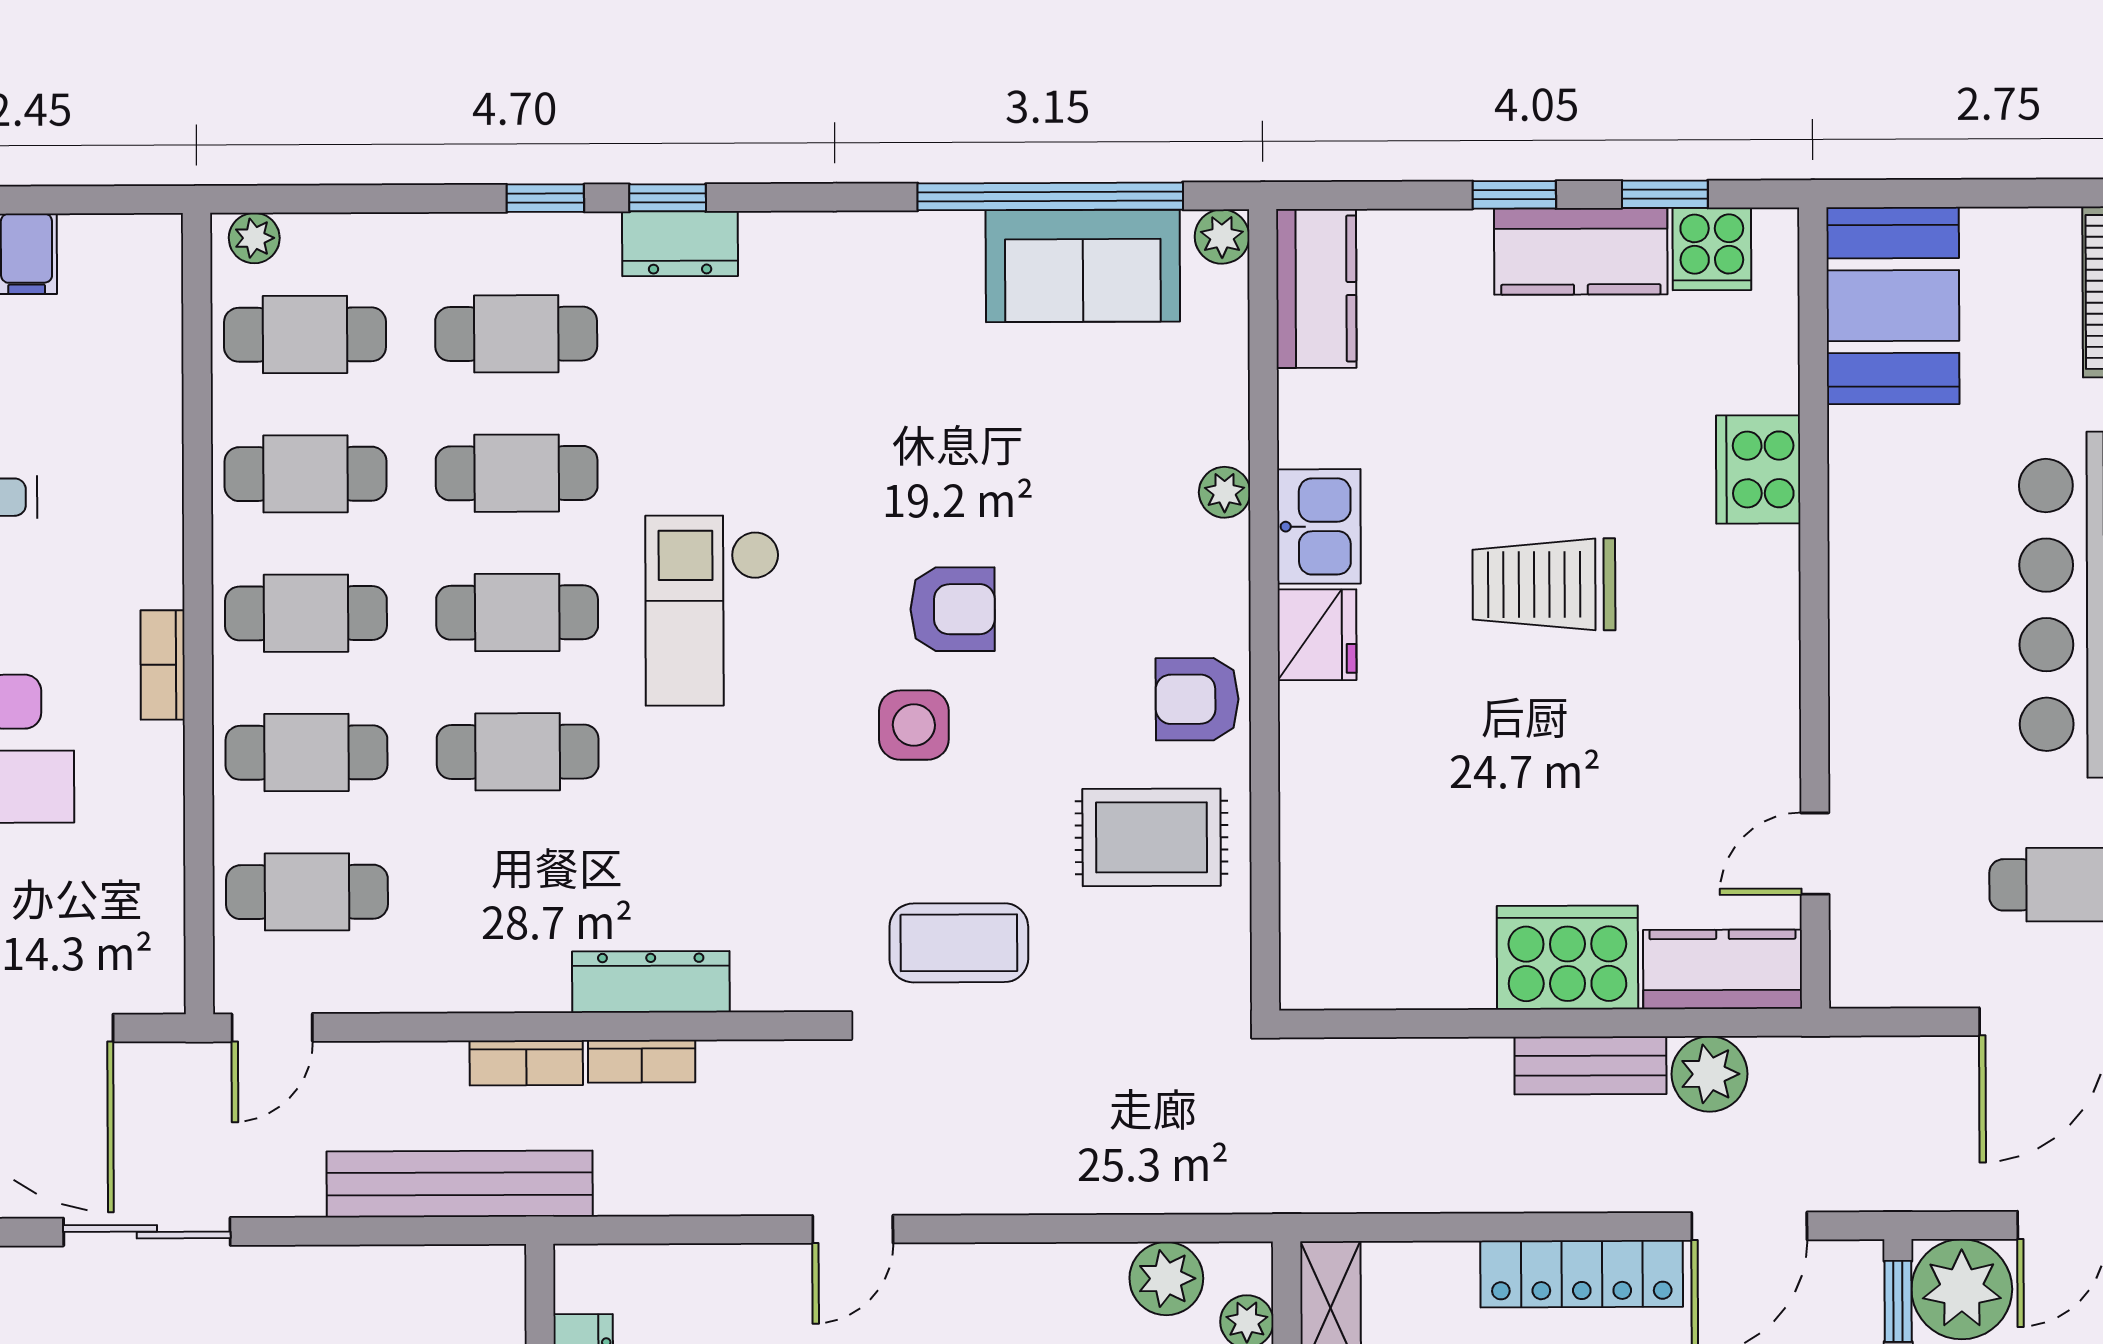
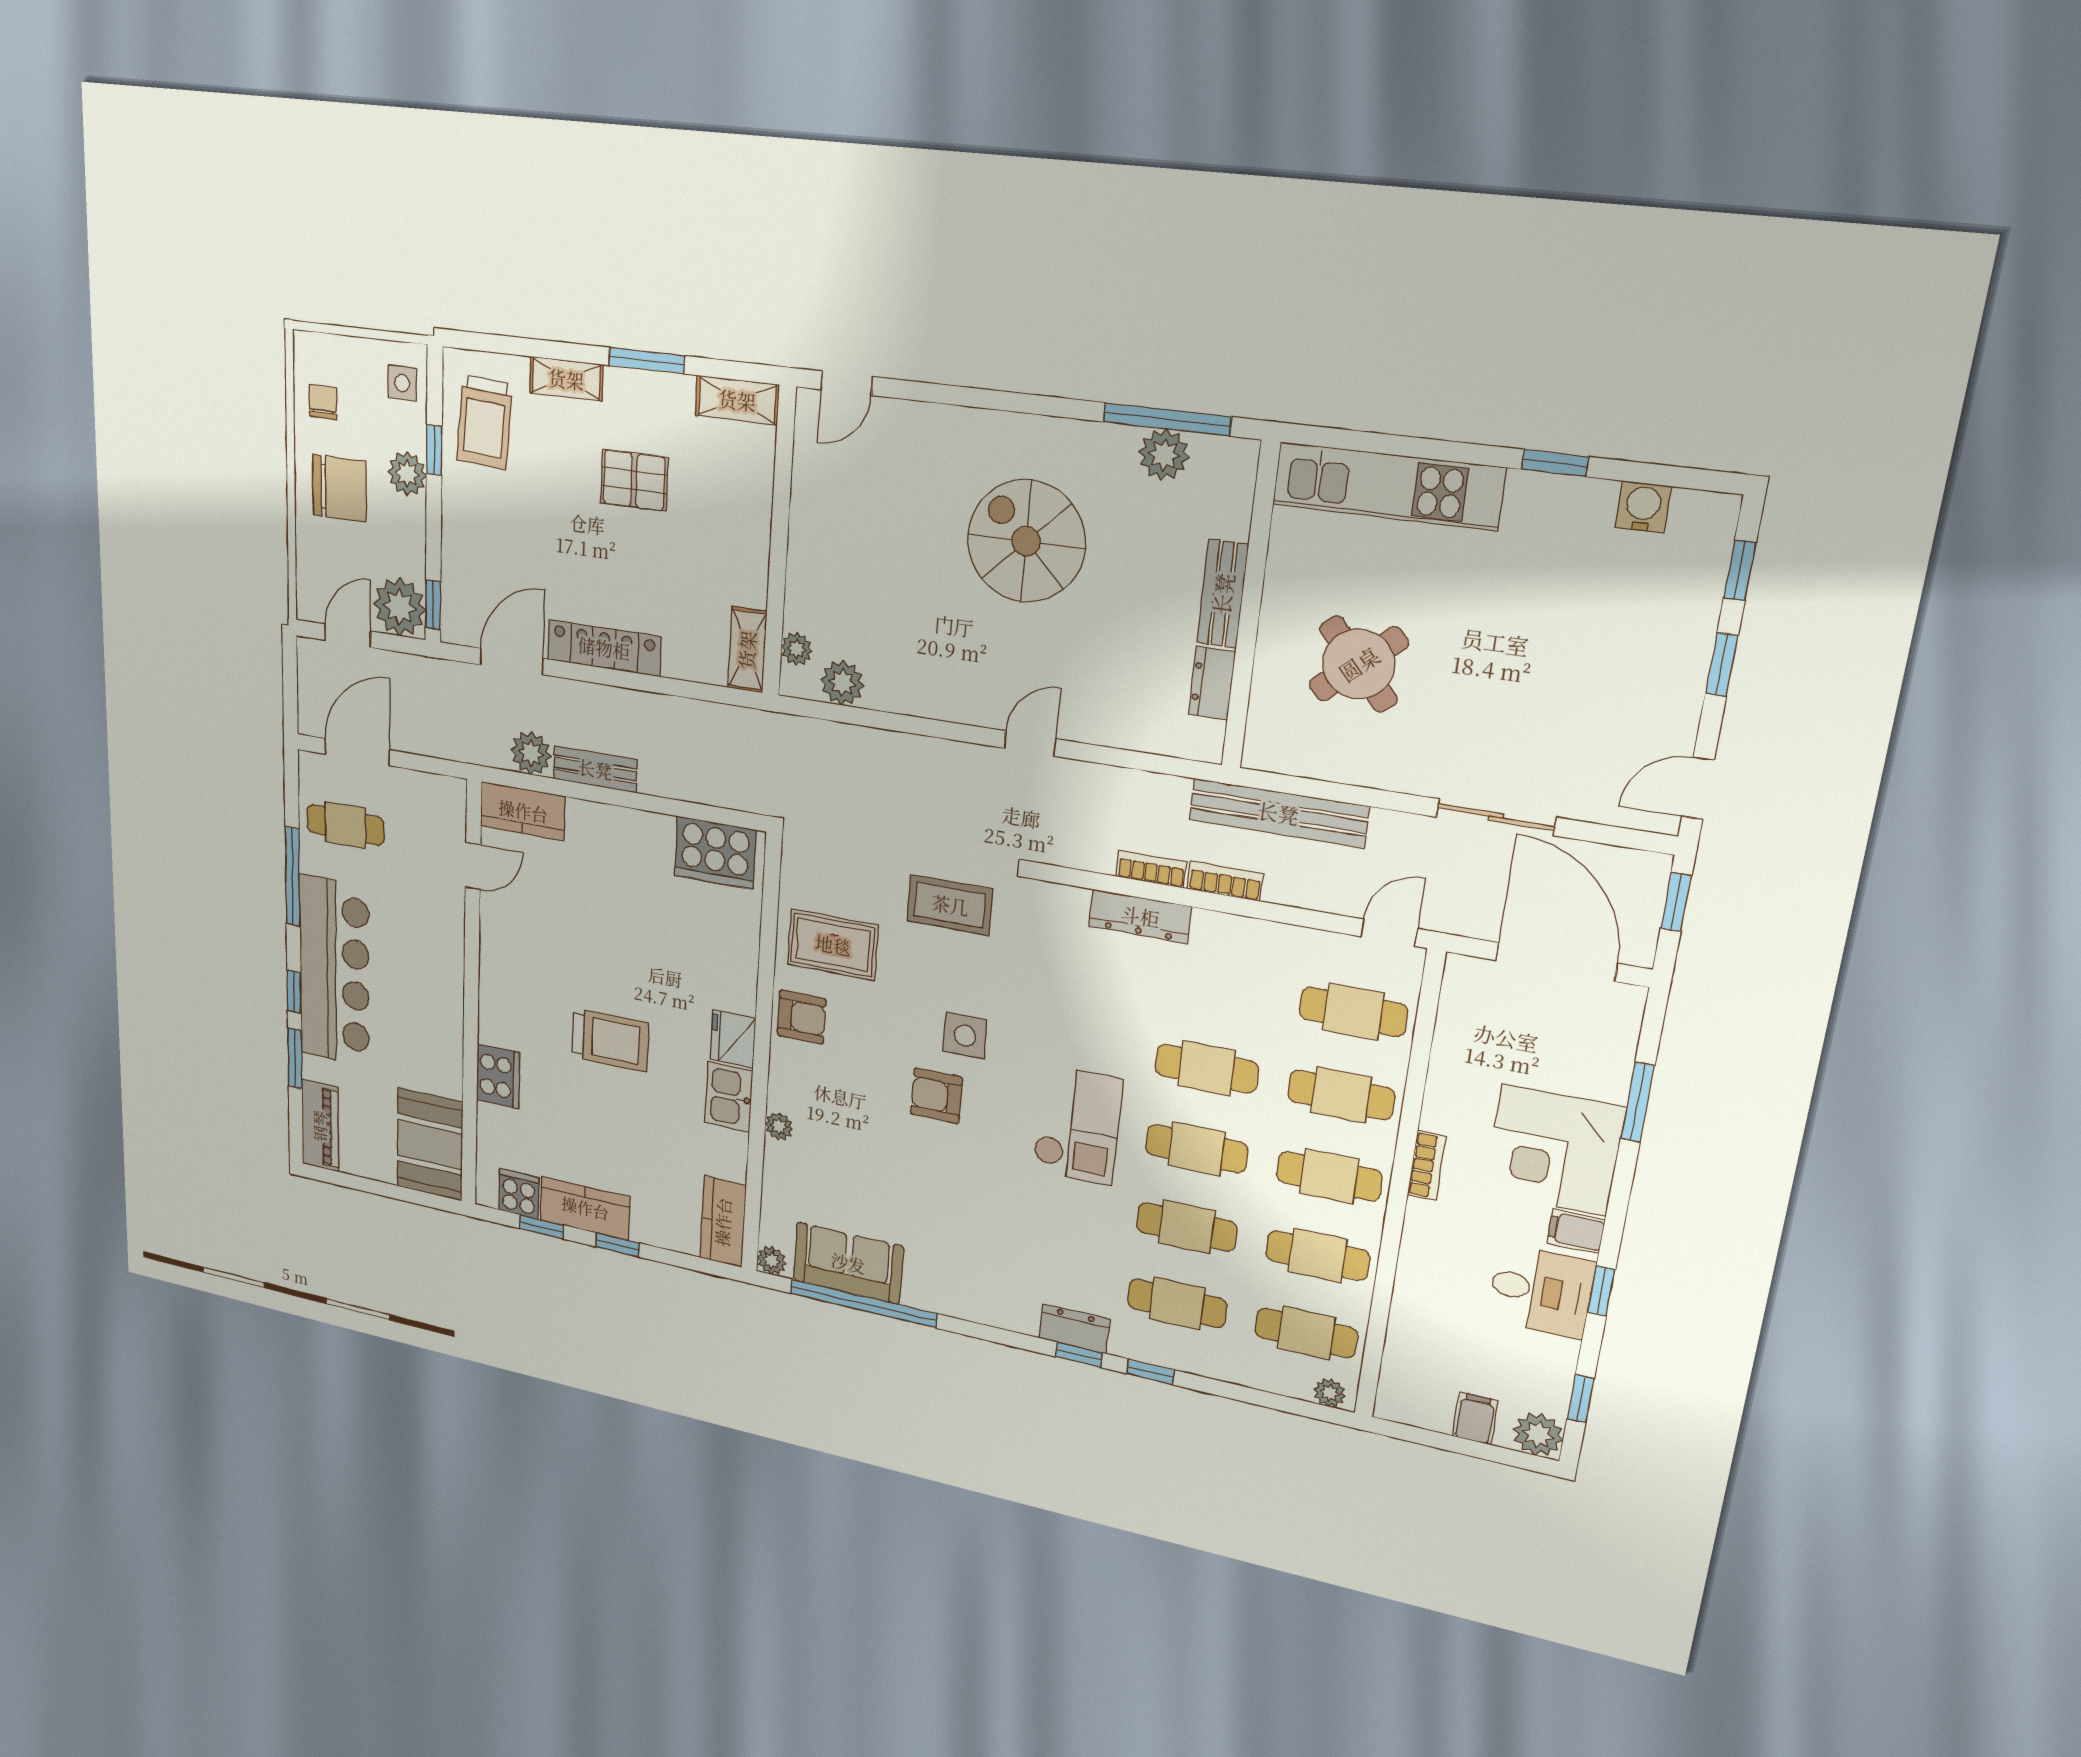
cooker: (1567, 957) -> (715, 853), moved

